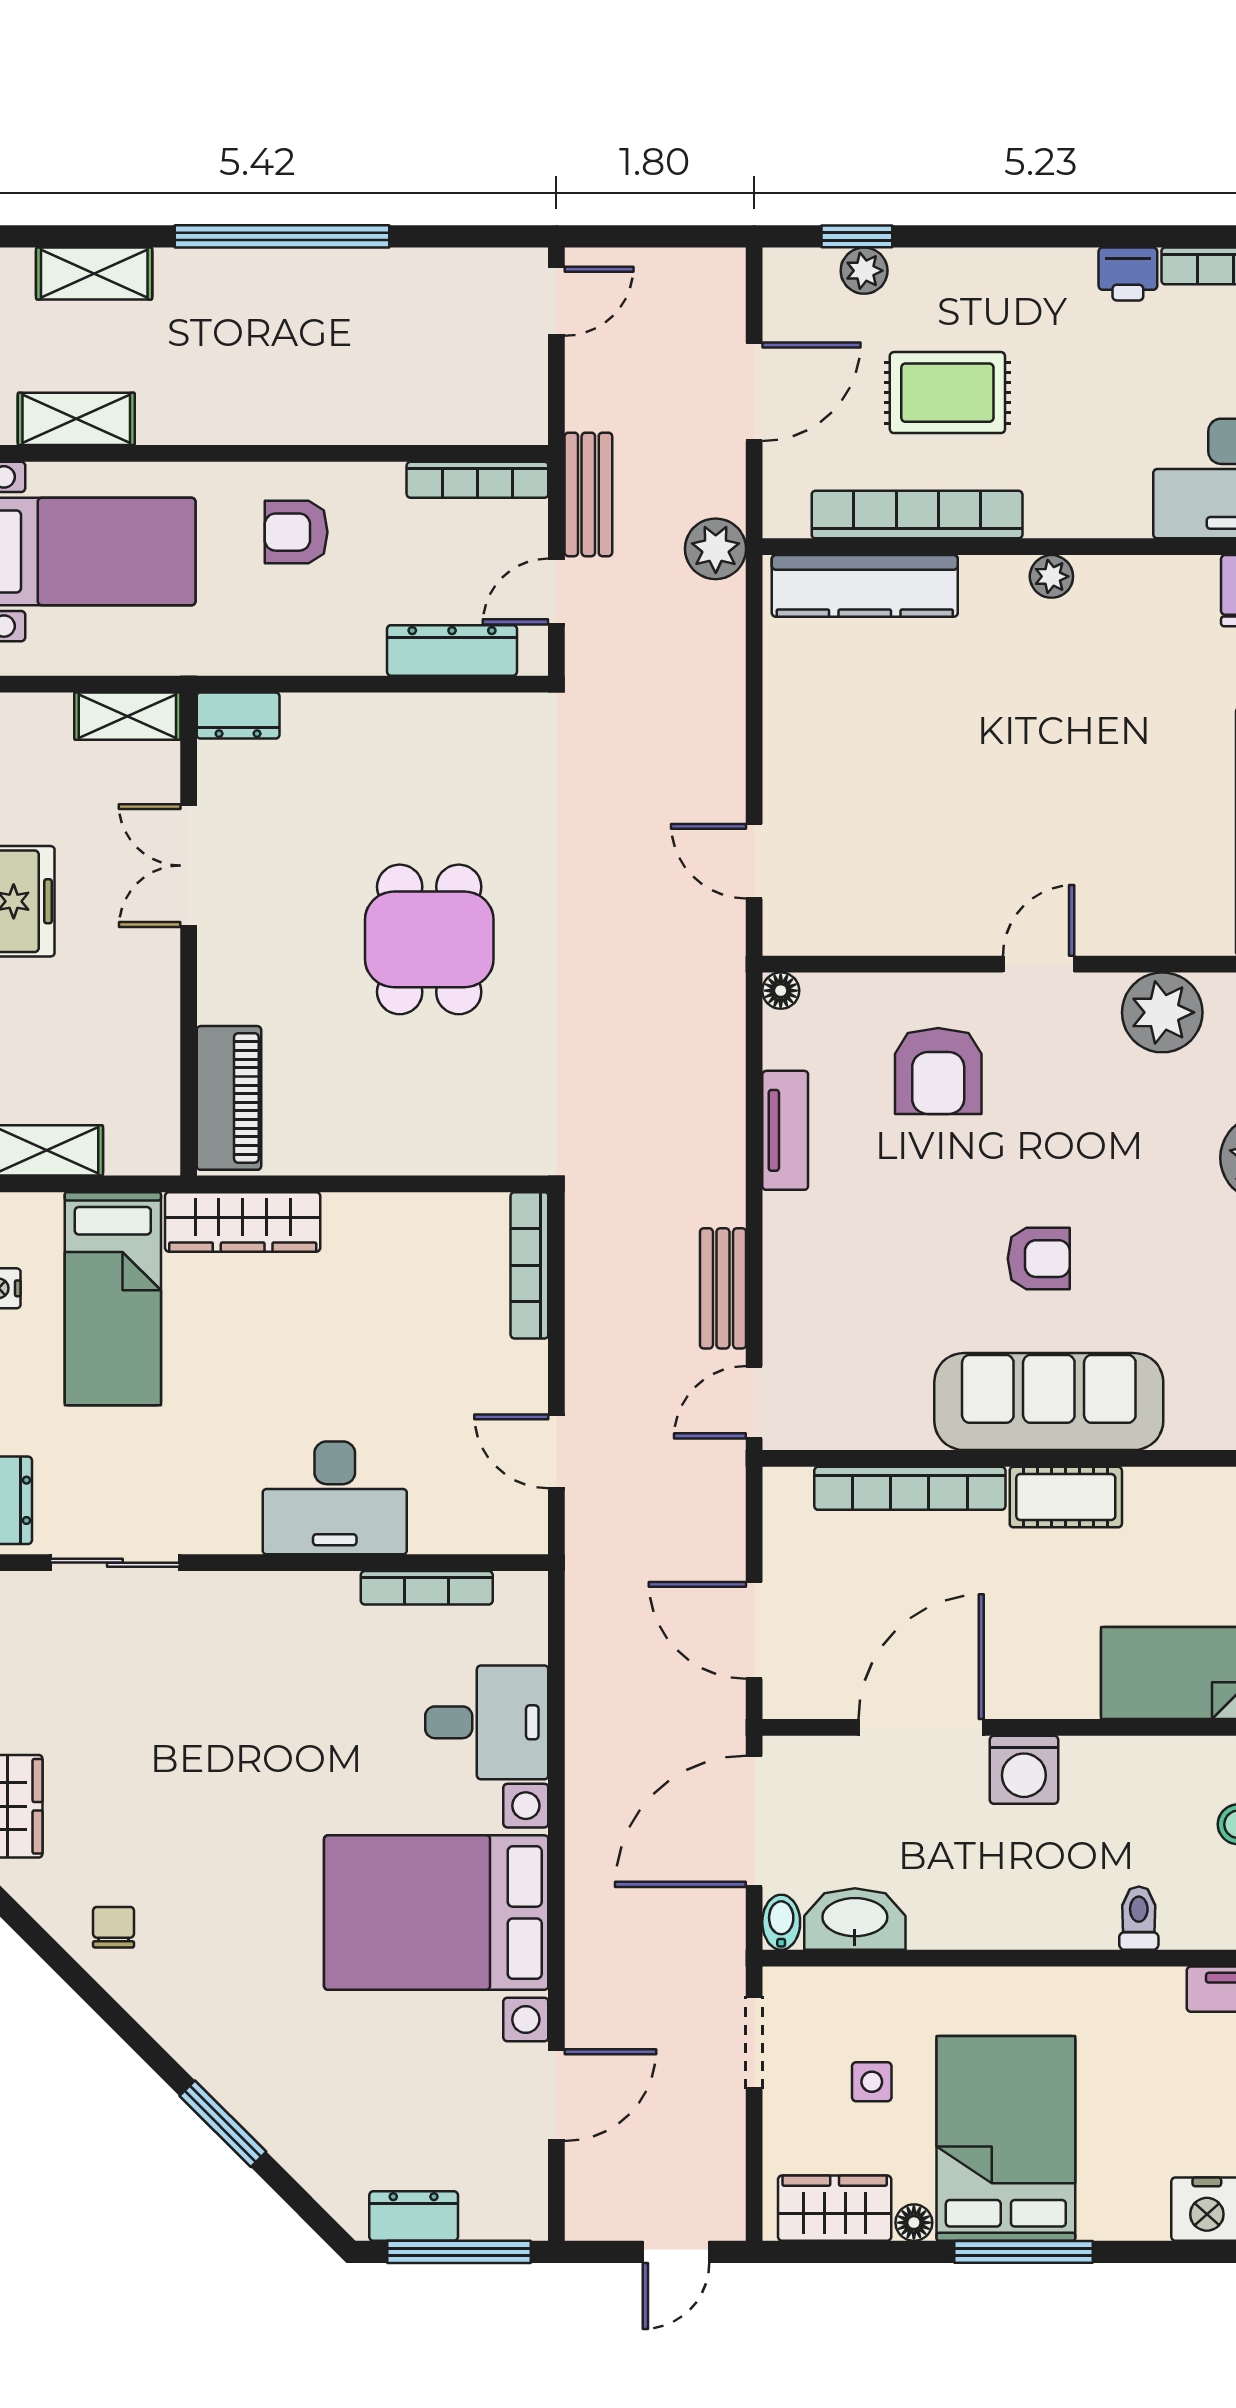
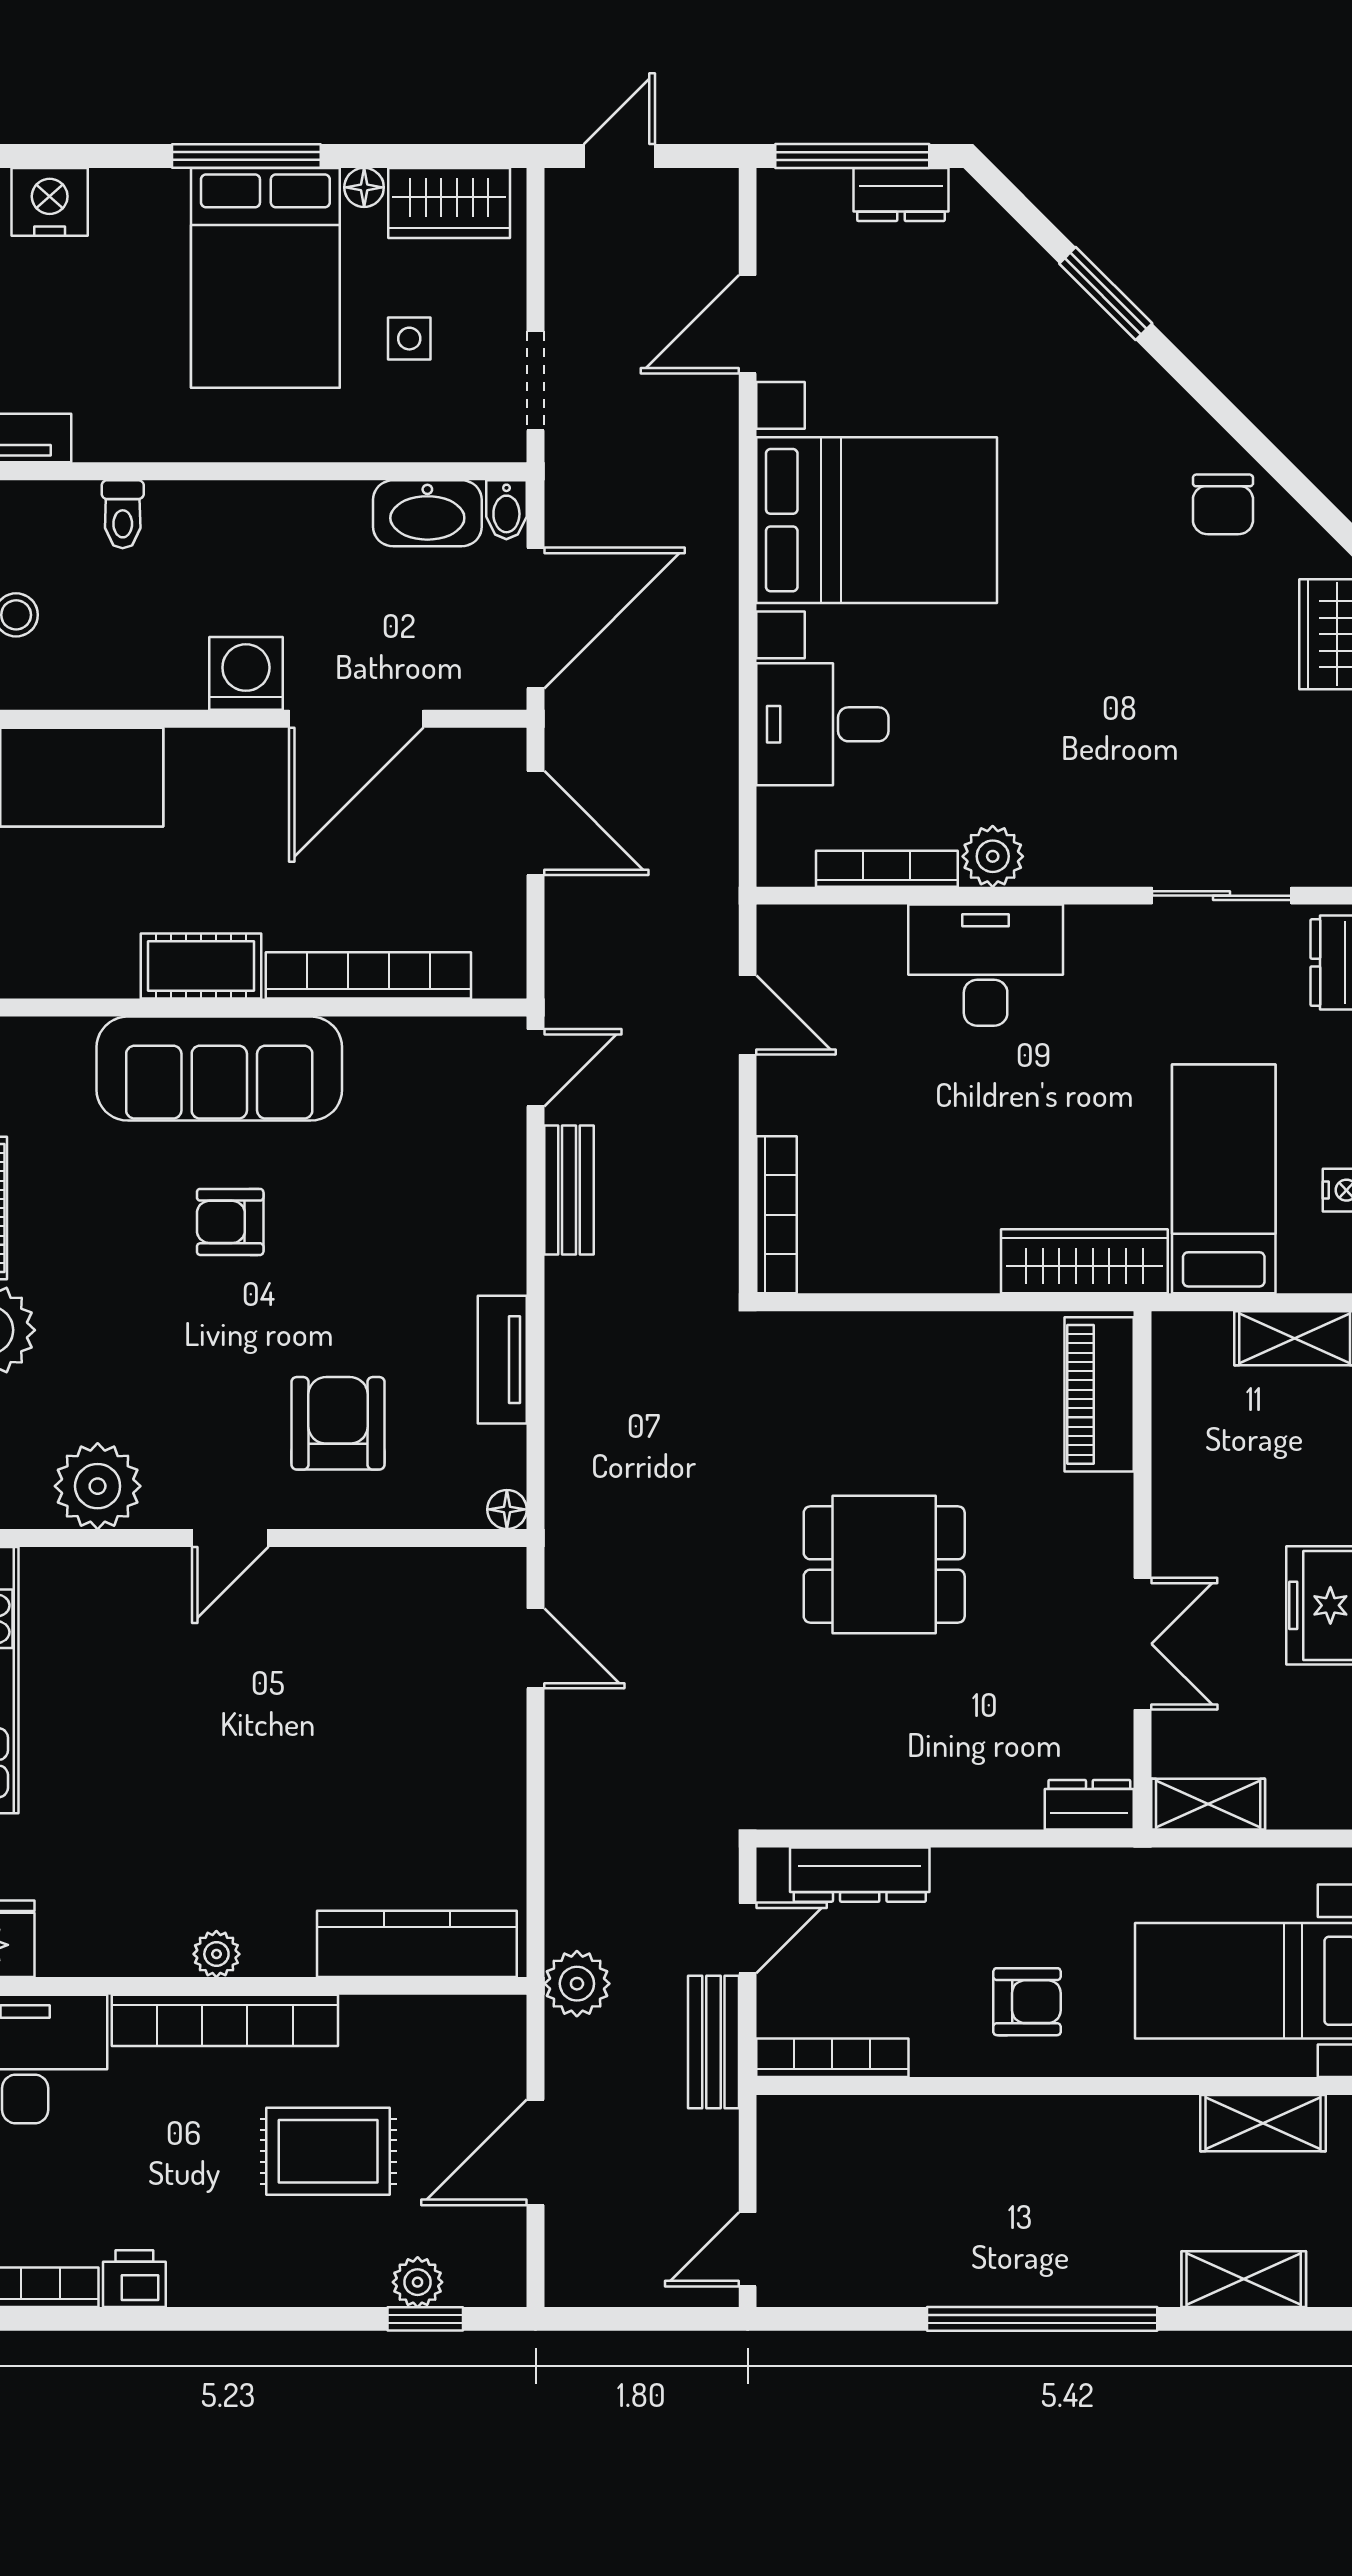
bookcase: (917, 515) -> (225, 2020), moved
dining table: (429, 939) -> (884, 1565), turned 90
plant: (328, 1599) -> (993, 856), added
chair: (114, 1927) -> (1223, 504), width x1.37, depth x1.37

